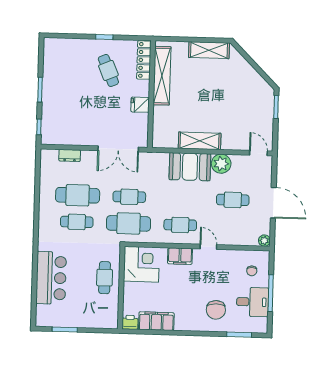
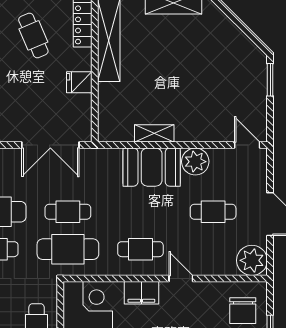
shelving: (200, 141) -> (154, 133), width x0.67, depth x0.75
plant: (264, 241) -> (252, 260), width x1.88, depth x1.88
chair: (252, 271) -> (243, 311), width x1.87, depth x1.87

